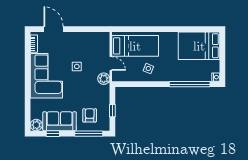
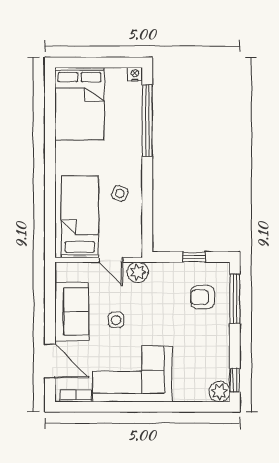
door: (54, 29) -> (50, 361), swing flipped
door: (111, 63) -> (111, 260), swing flipped
sofa: (60, 121) -> (72, 312), moved, turned 180
window: (53, 134) -> (235, 380), moved

